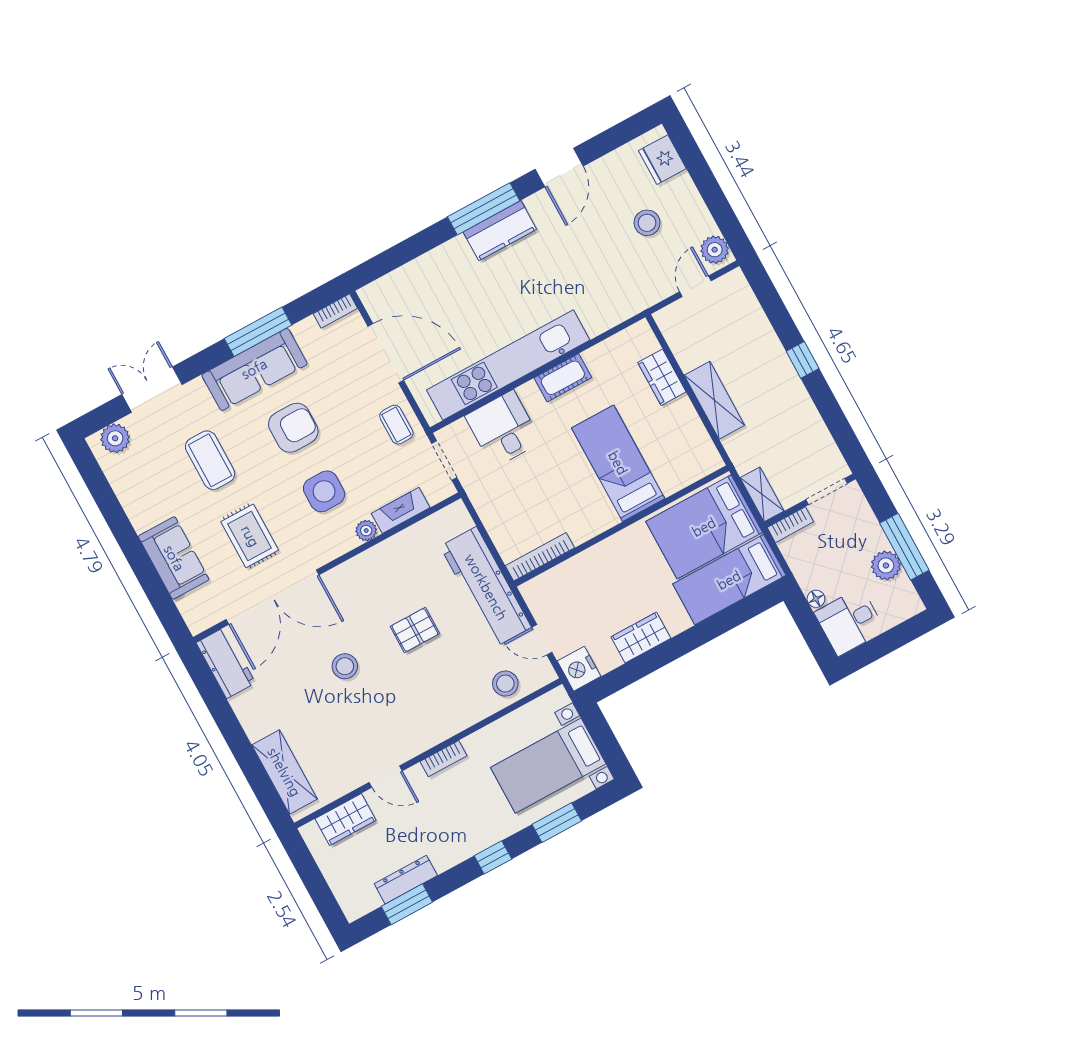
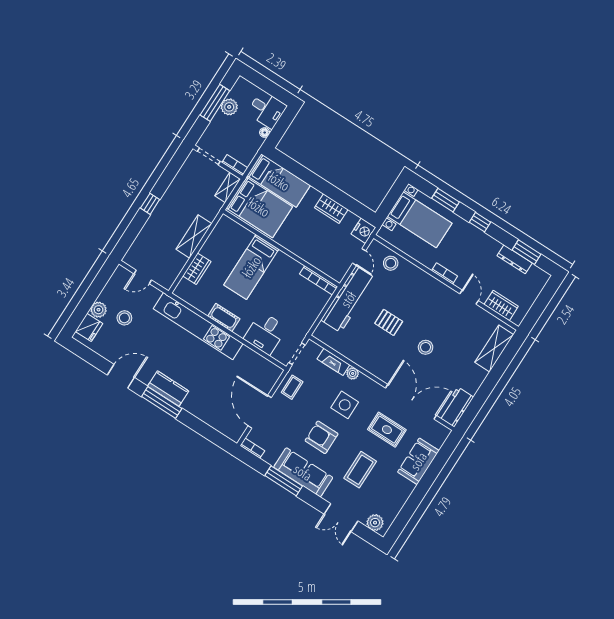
plant: (715, 250) -> (99, 310), moved
kitchen unit: (508, 365) -> (198, 326), moved
rug: (250, 536) -> (387, 430), turned 90

